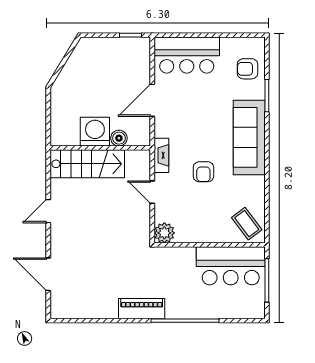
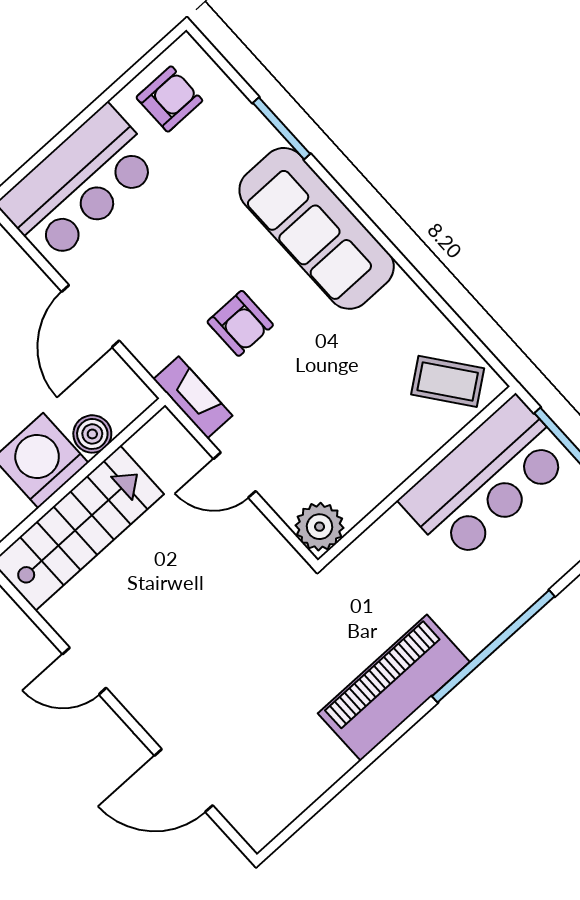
armchair: (248, 69) -> (169, 99), moved, turned 180
armchair: (203, 172) -> (240, 323), moved
door: (48, 211) -> (84, 671), hinge flipped
piano: (142, 309) -> (394, 688), width x1.37, depth x1.33

